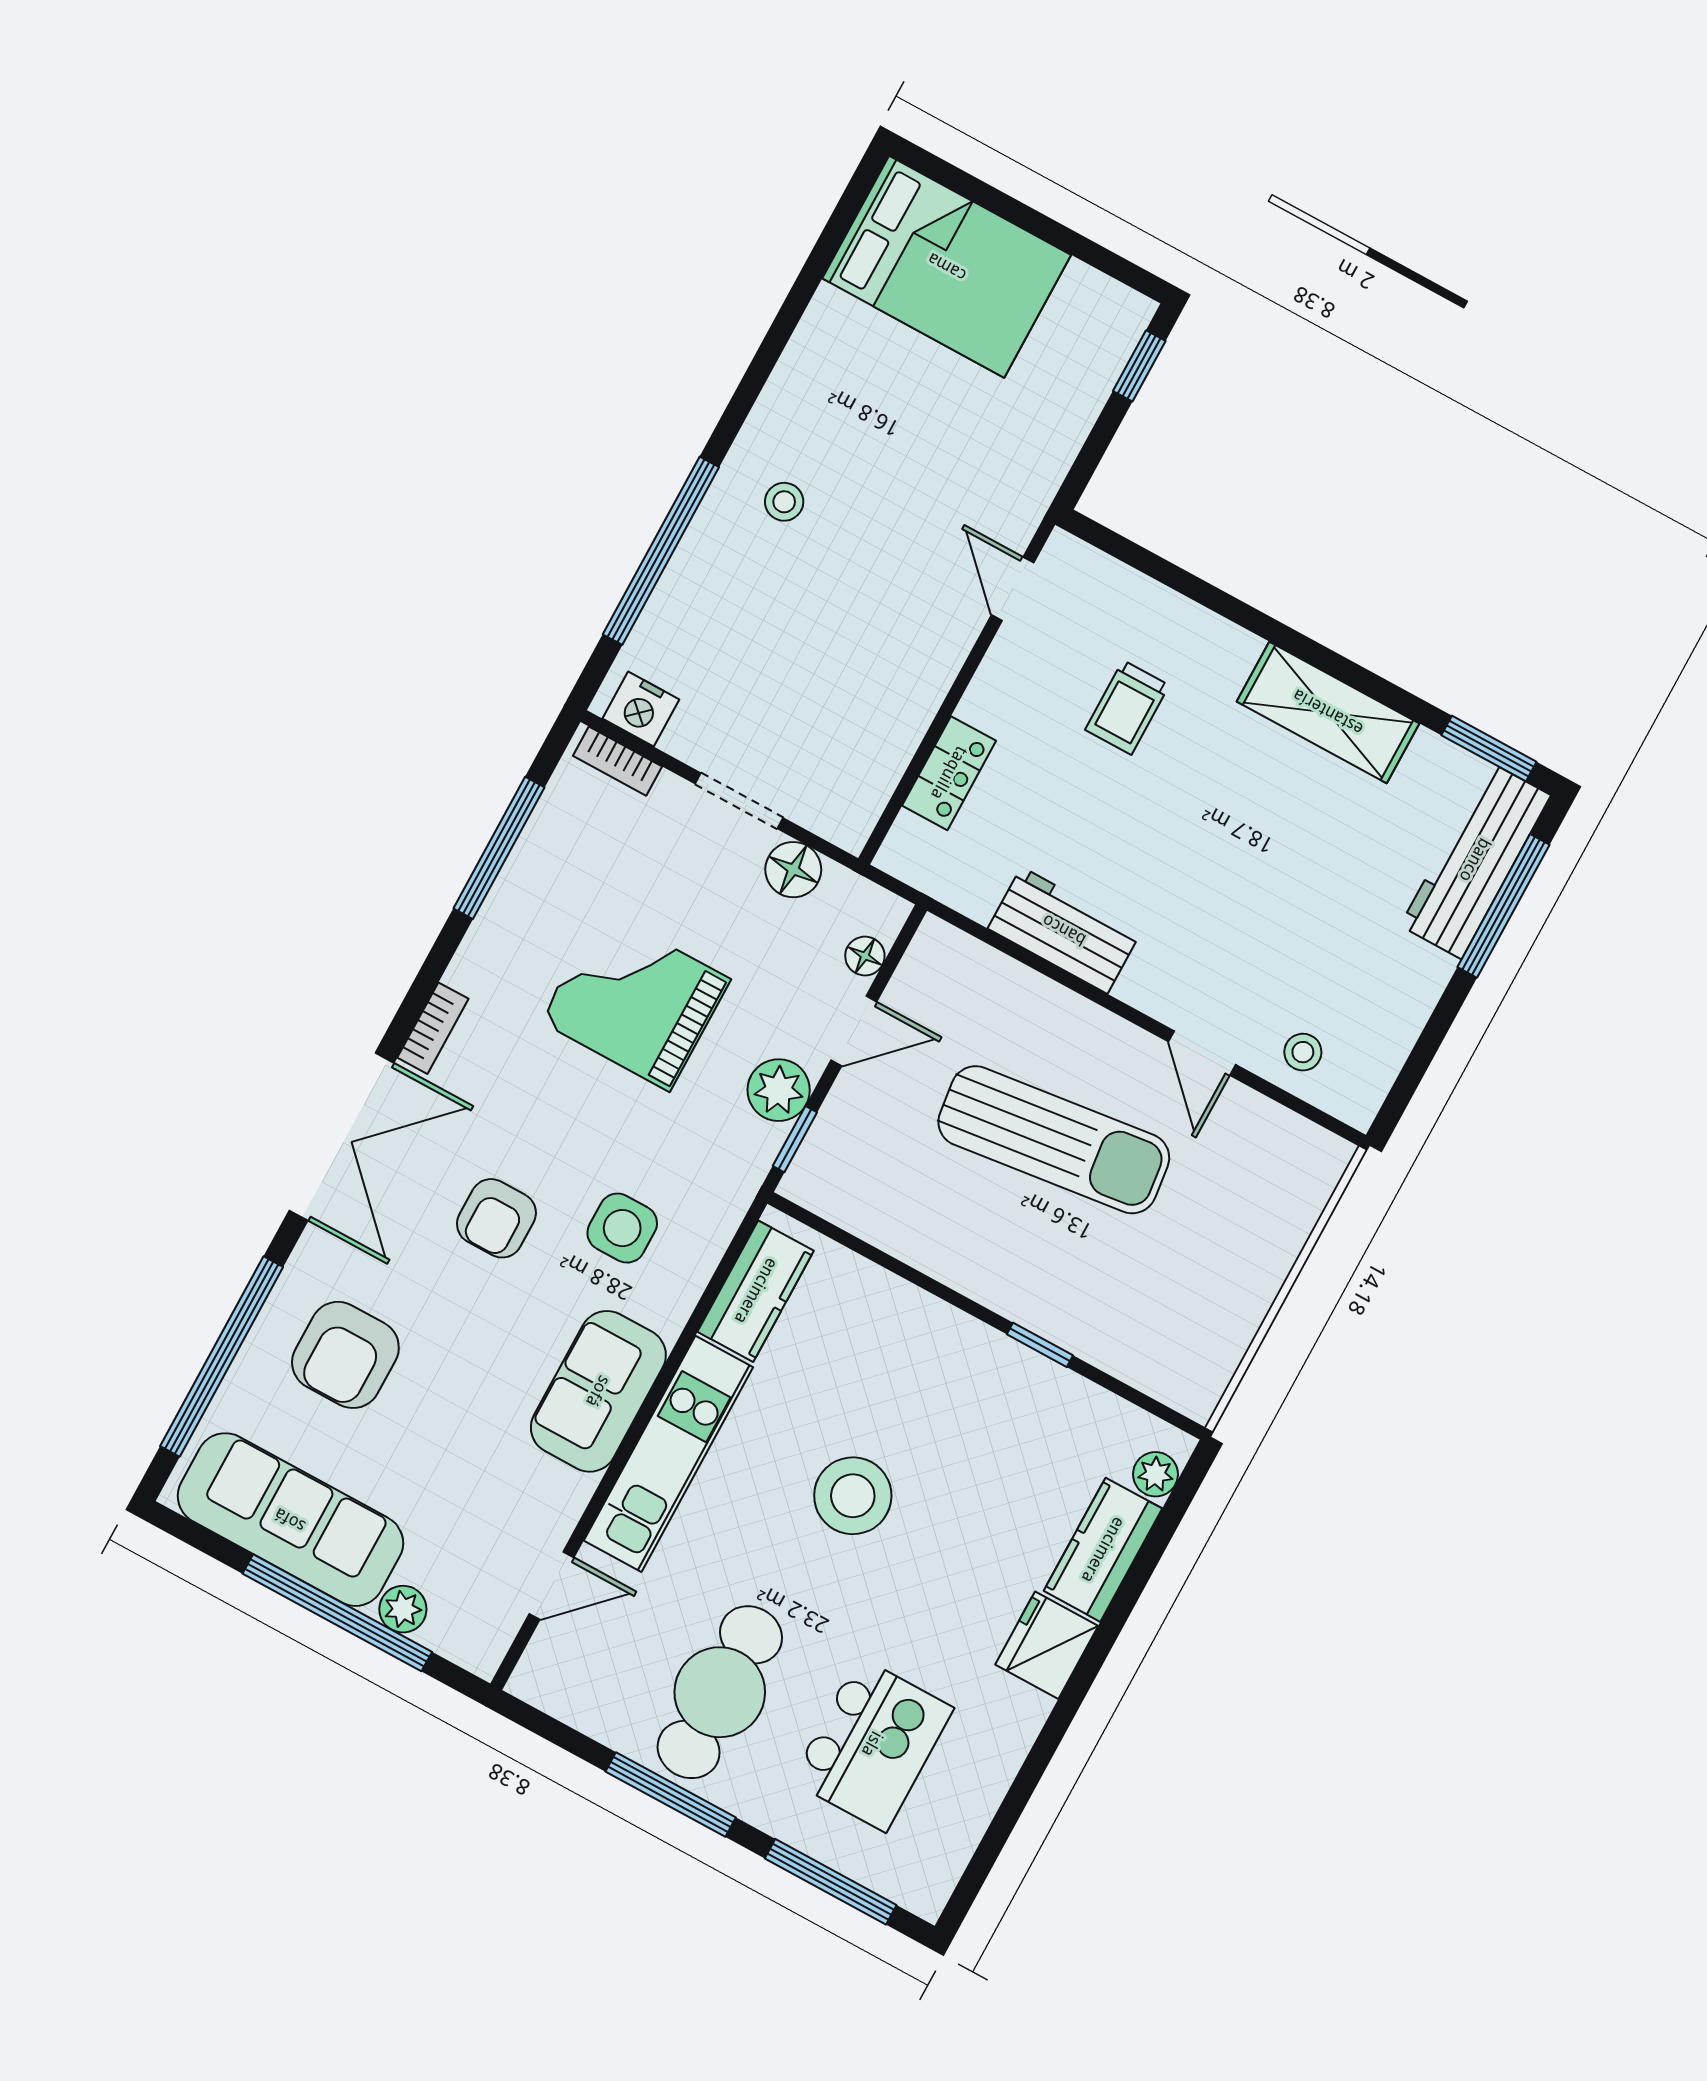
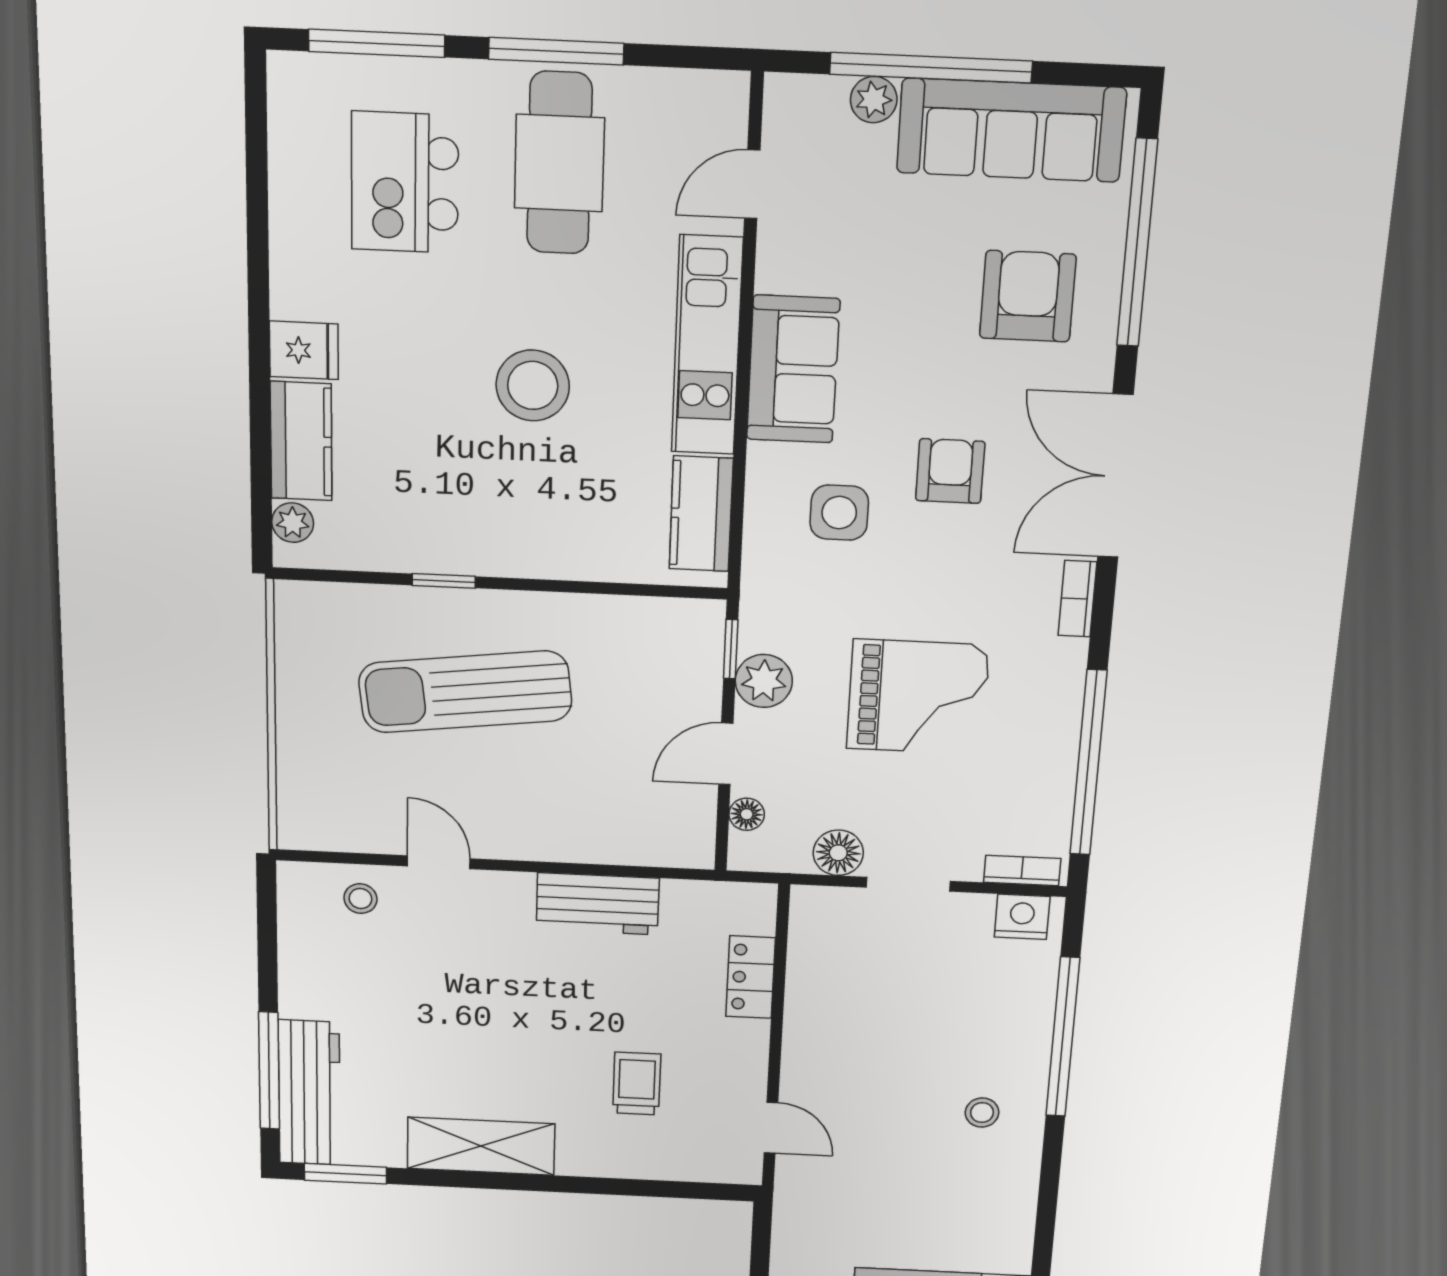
window: (499, 848) -> (1088, 763), width x1.46
sun lounger: (1054, 1140) -> (465, 692), moved
fridge: (1047, 1645) -> (304, 350), width x0.72

